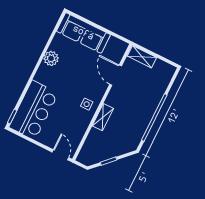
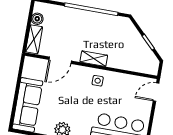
boiler: (160, 65) -> (37, 19), added
shelving: (103, 117) -> (94, 59), moved

